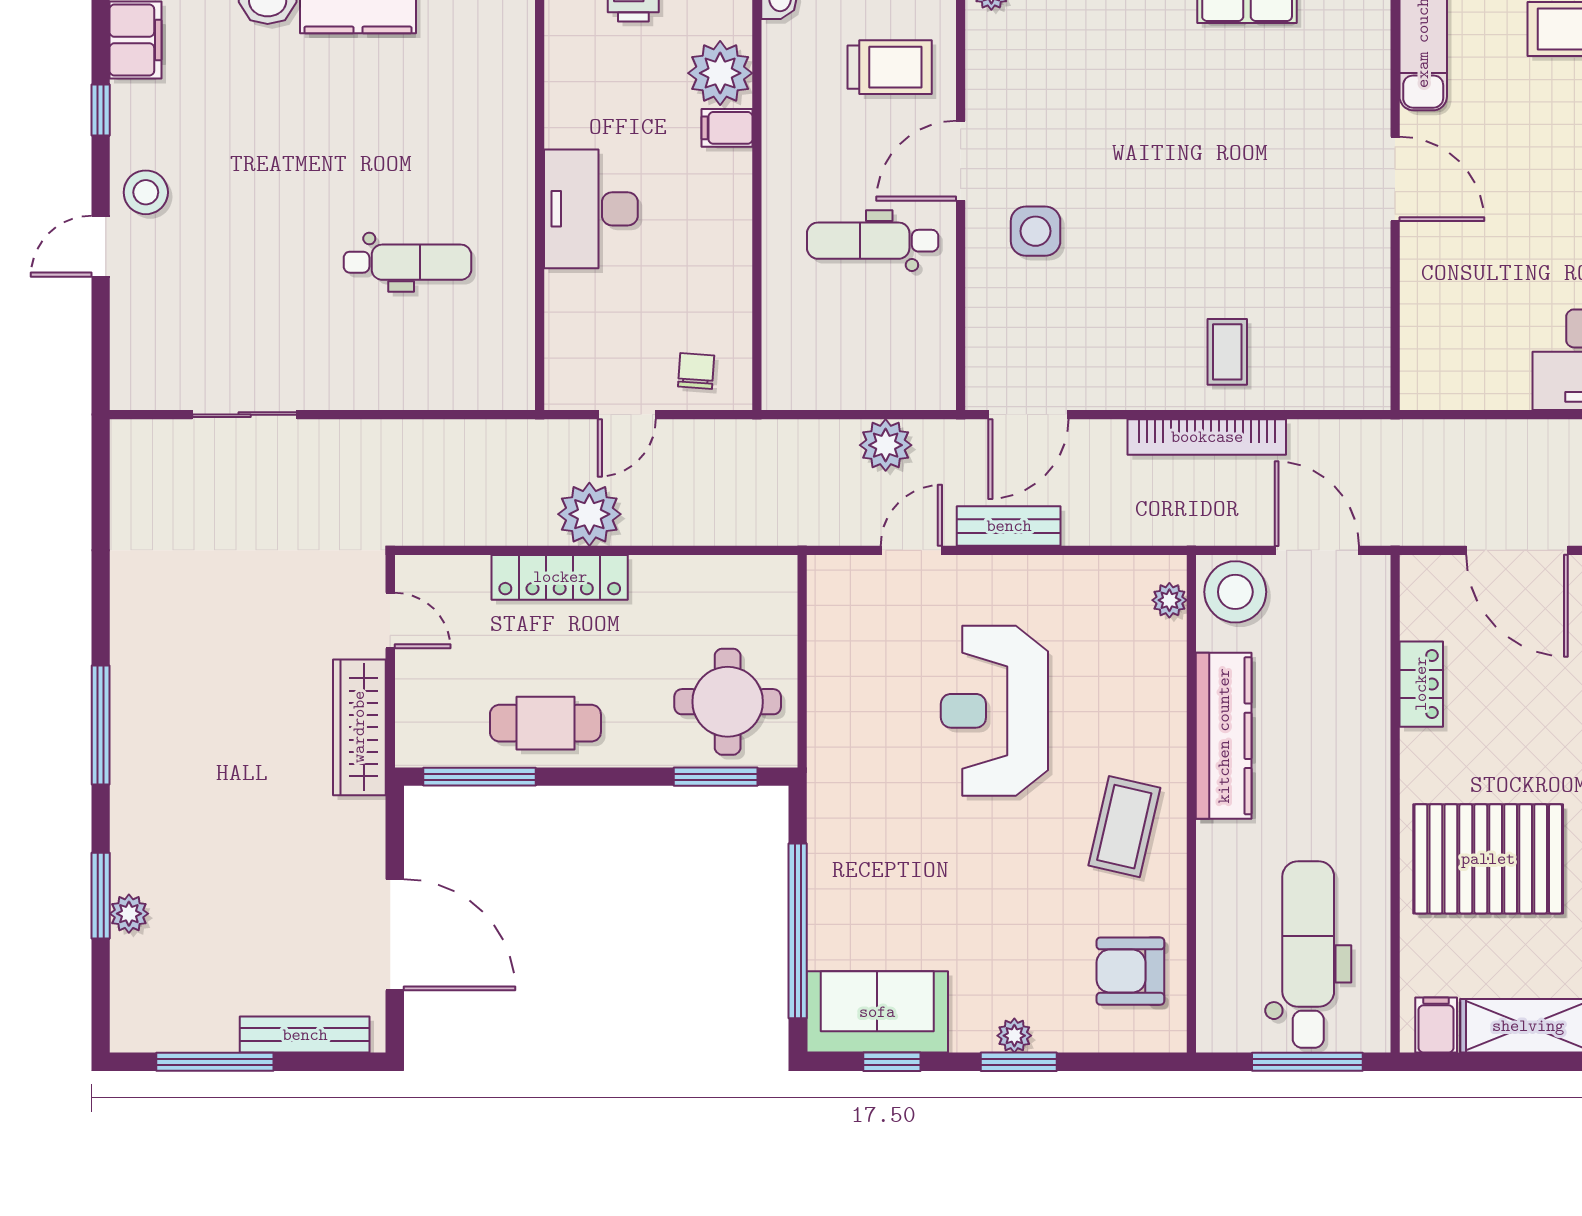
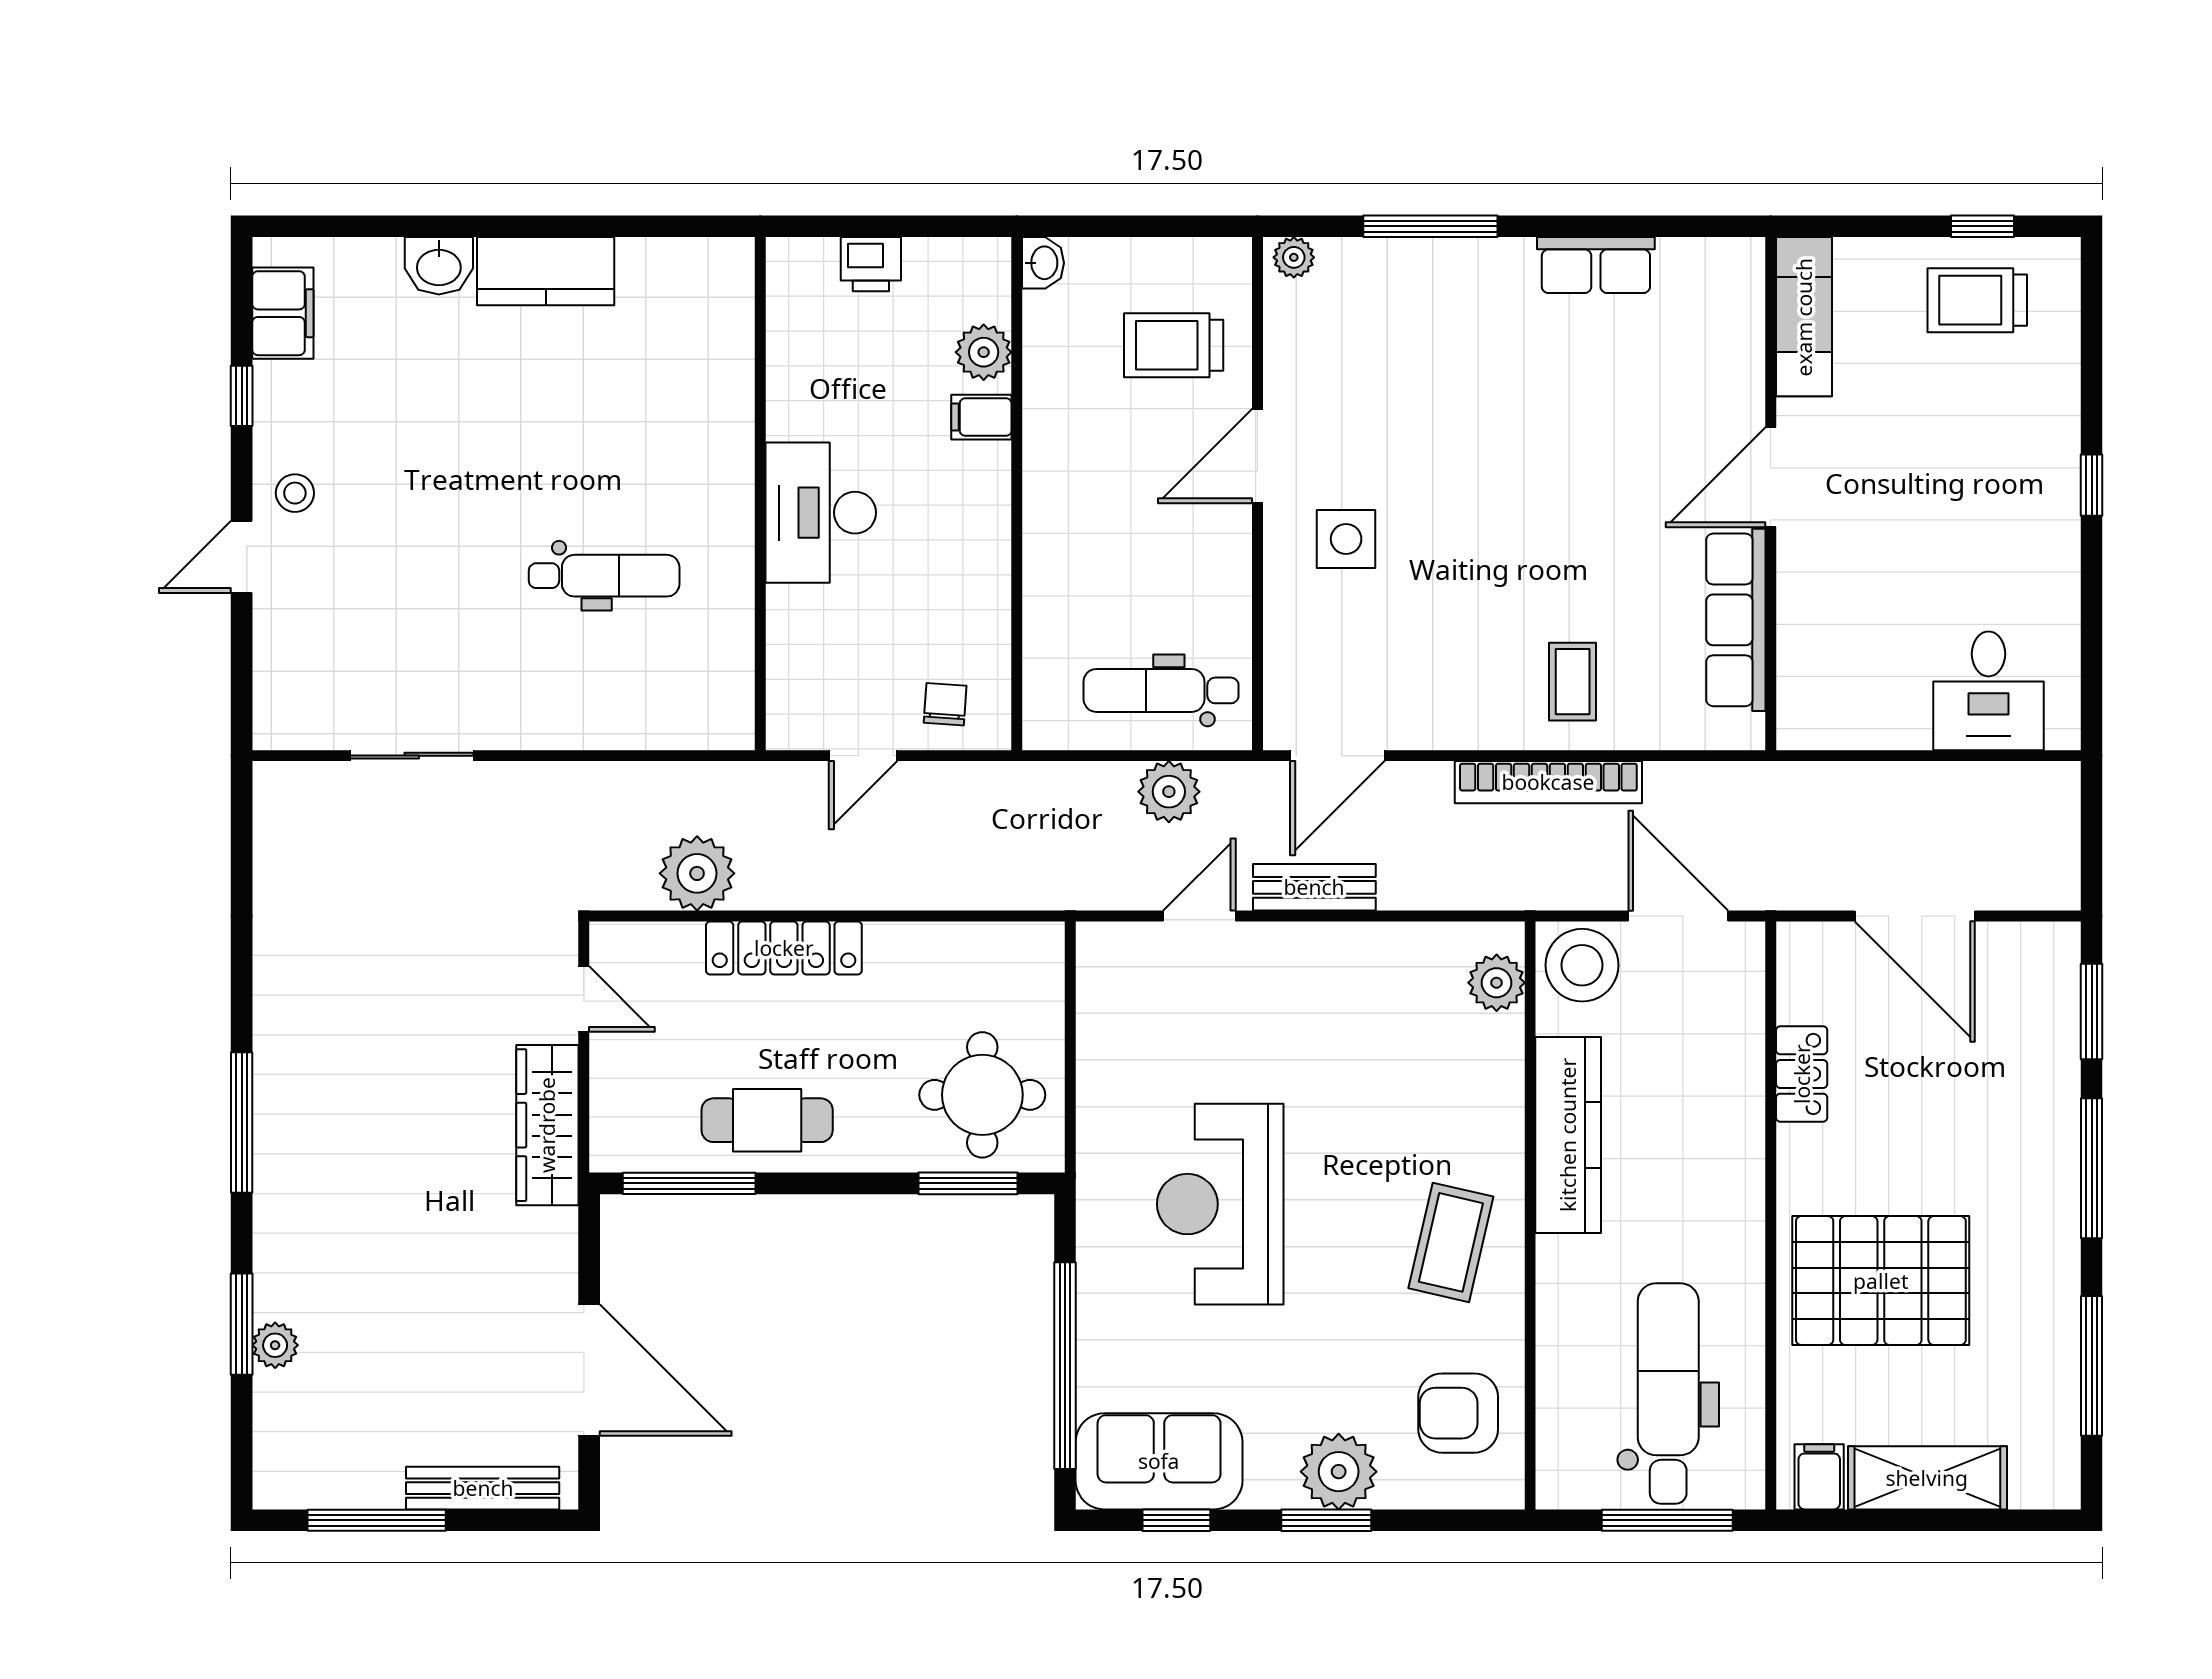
trolley: (890, 67) -> (1174, 345), turned 180
plant: (720, 73) -> (984, 352), width x0.73, depth x0.73
door: (1395, 179) -> (1771, 477), swing flipped
stool: (146, 192) -> (295, 493), width x0.73, depth x0.73
dental chair: (873, 241) -> (1161, 690), moved
row of seats: (1366, 300) -> (1736, 620), added
plant: (589, 514) -> (697, 873), moved
plant: (1169, 600) -> (1497, 983), width x1.38, depth x1.38
reception desk: (994, 711) -> (1220, 1204), moved
plant: (1014, 1036) -> (1339, 1472), width x1.88, depth x1.88

